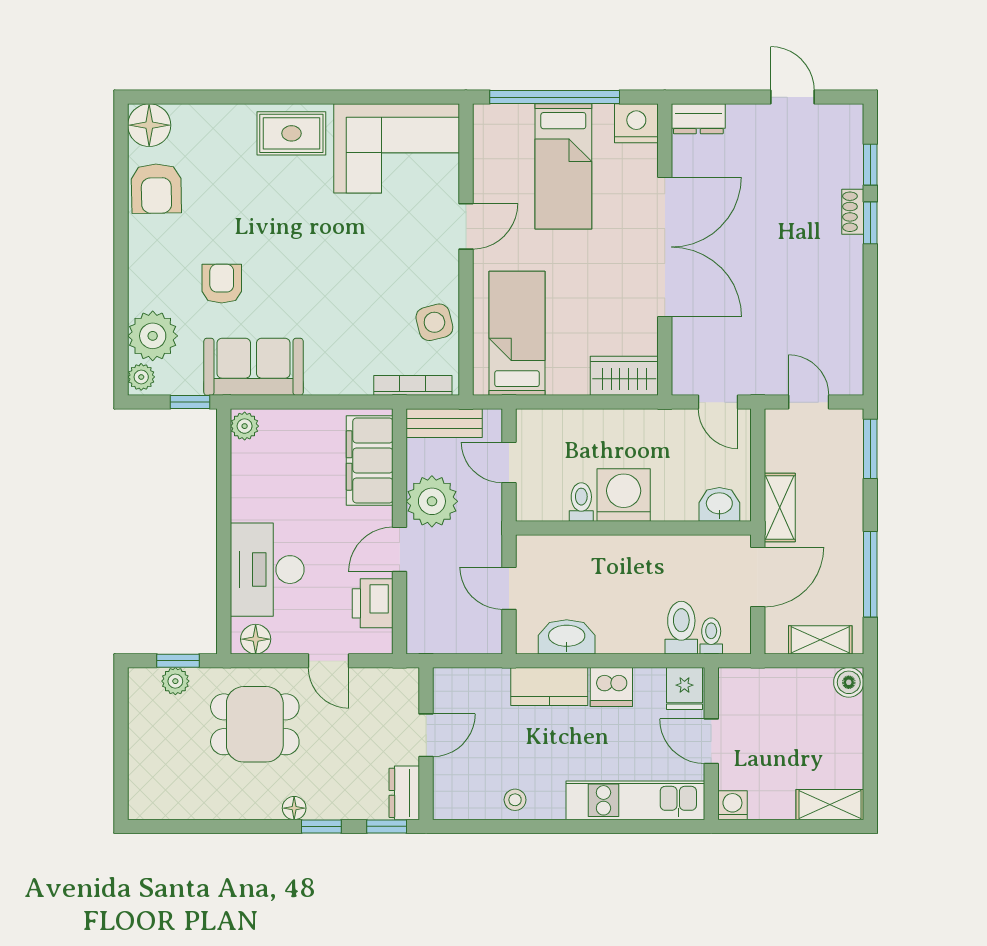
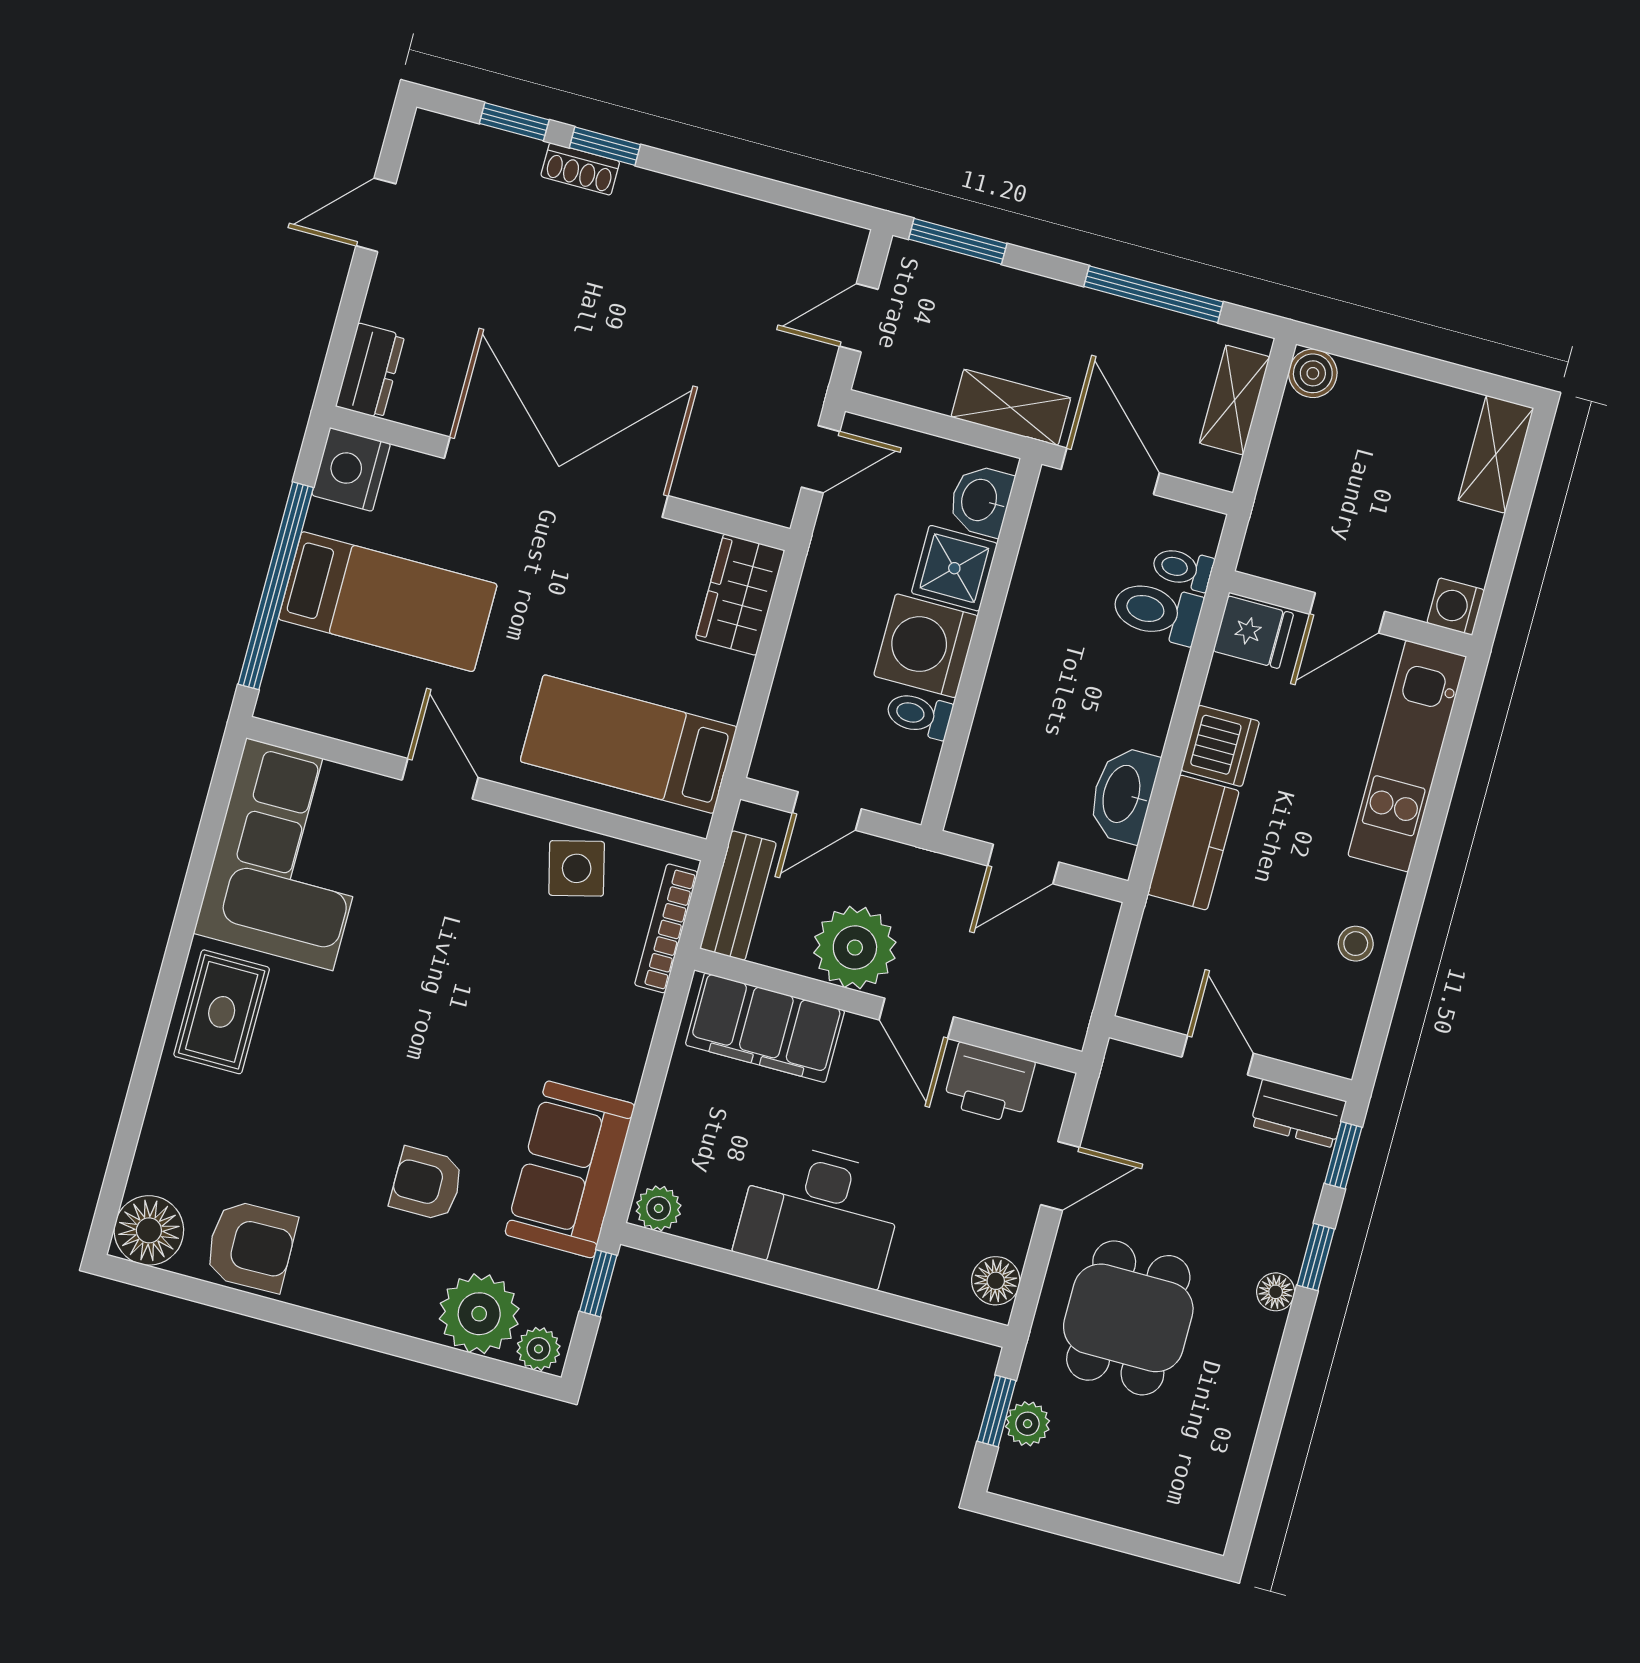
shower: (675, 500) -> (954, 568), added
desk: (267, 570) -> (820, 1214), moved

